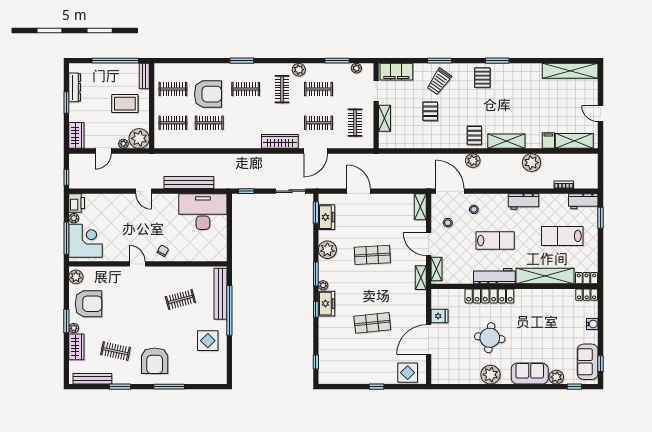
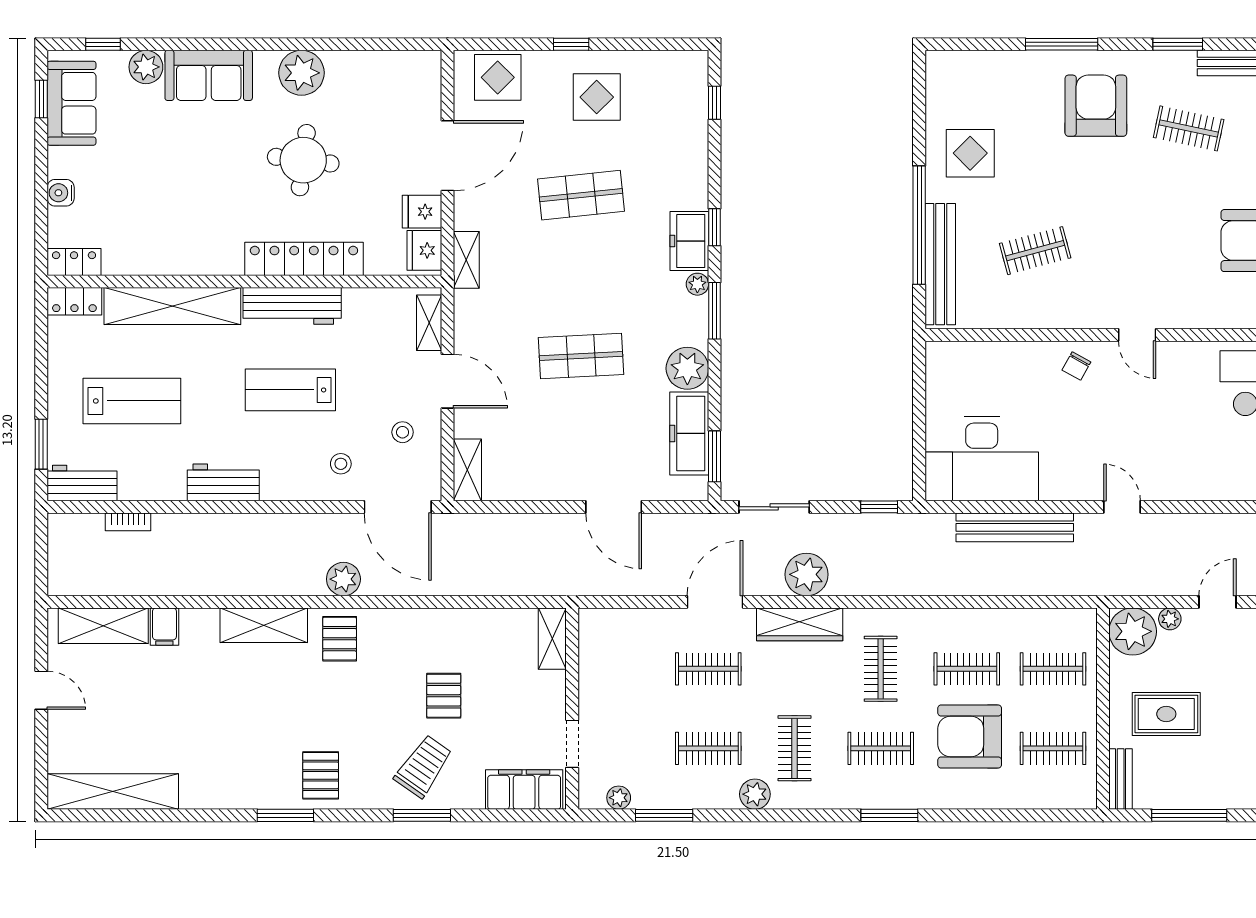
window: (115, 61) -> (1189, 815), width x0.68
shelving: (384, 118) -> (552, 639), moved
clothes rail: (355, 123) -> (881, 669), moved
plant: (531, 163) -> (807, 574), moved
freezer: (327, 217) -> (689, 433), width x1.40
shelving: (421, 278) -> (466, 260), moved
fridge: (439, 300) -> (424, 250), added
display table: (366, 364) -> (597, 97), added

